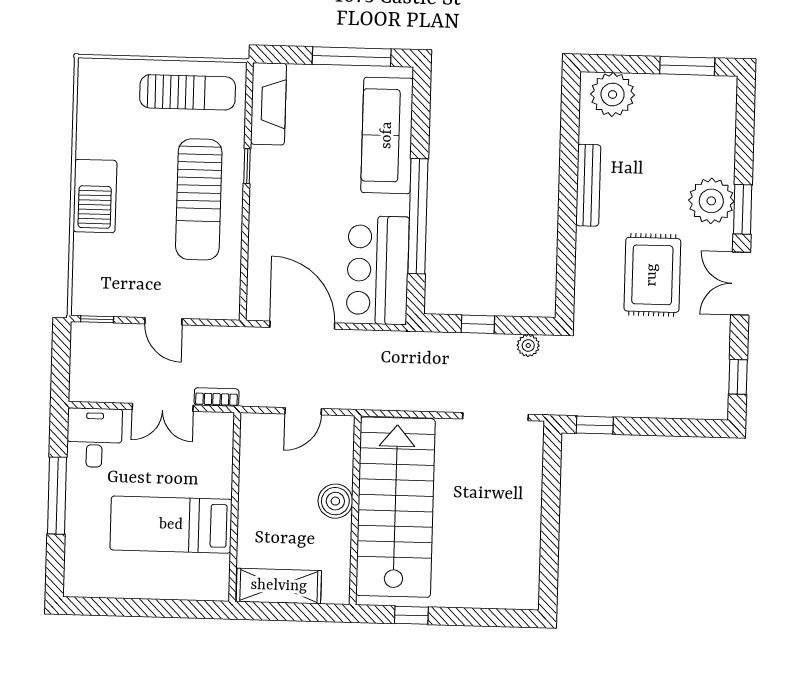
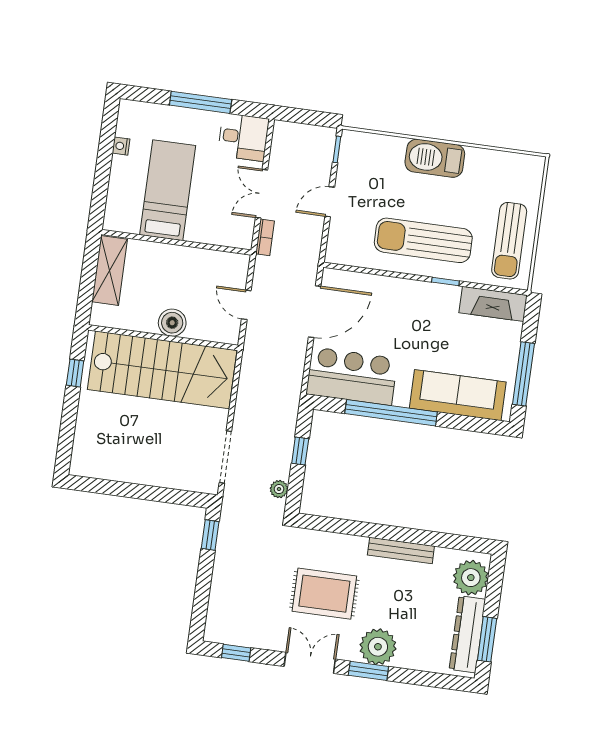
dresser: (684, 91) -> (467, 634), added
nightstand: (122, 589) -> (121, 146), added

